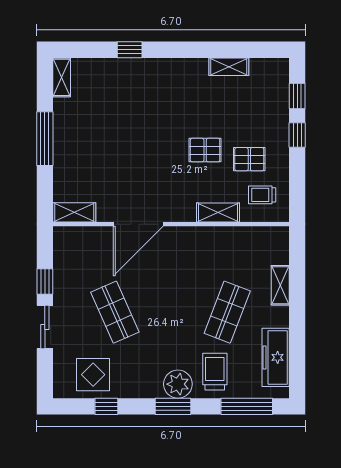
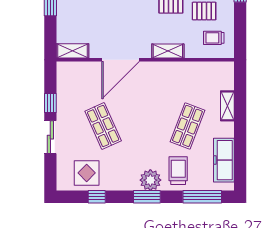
shelving: (218, 212) -> (168, 51), moved

